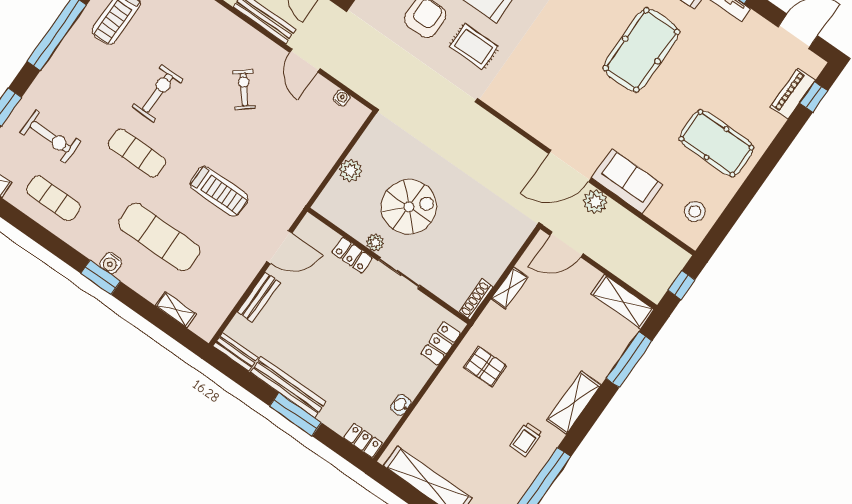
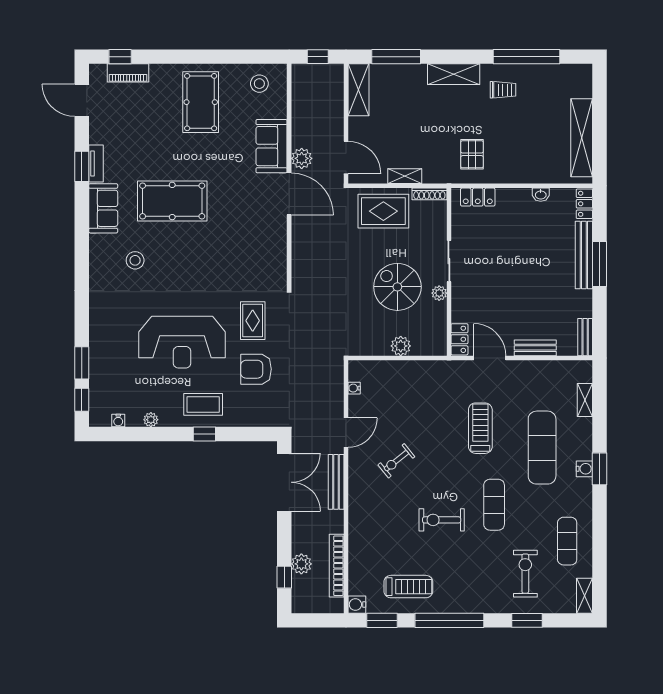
rug: (490, 244) -> (383, 211), added
locker: (352, 255) -> (459, 339), moved
bench: (288, 387) -> (584, 255), moved

